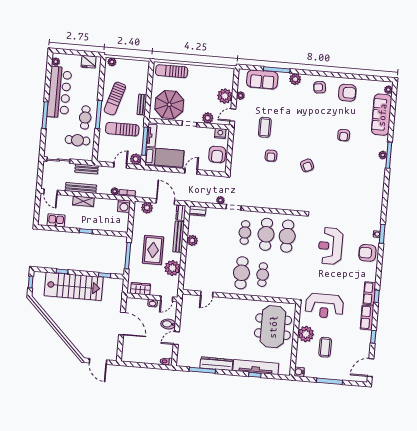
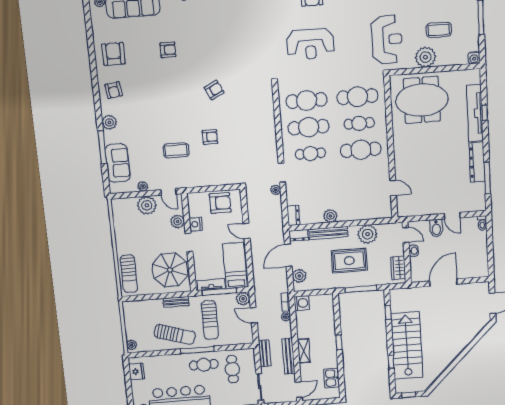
nightstand: (220, 133) -> (196, 224), moved
cafe table: (284, 276) -> (357, 97), added

